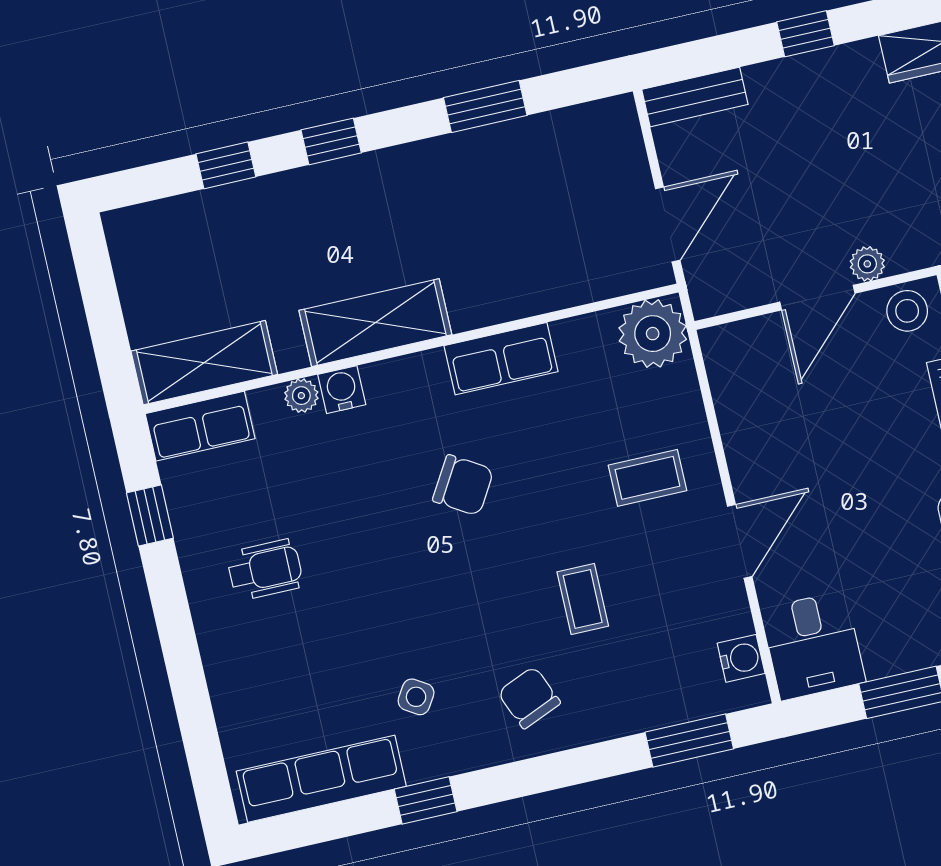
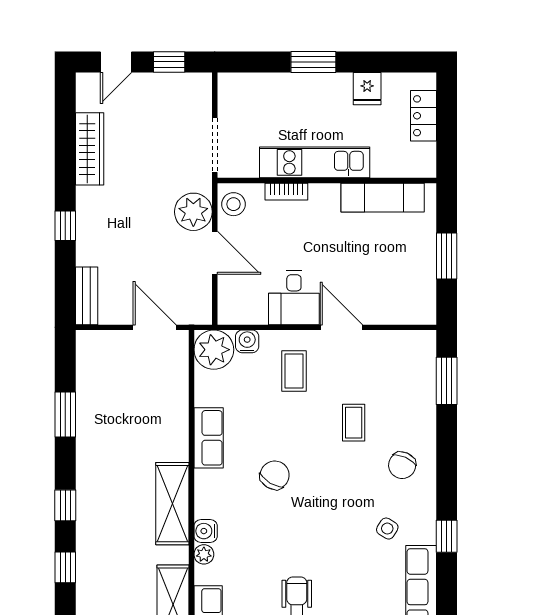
plant: (867, 264) -> (193, 212), width x1.88, depth x1.88
coffee table: (583, 599) -> (354, 423), turned 90
desk: (813, 646) -> (294, 298), moved, turned 90
water cooler: (741, 658) -> (247, 341), moved
chair: (529, 698) -> (402, 465), turned -43

